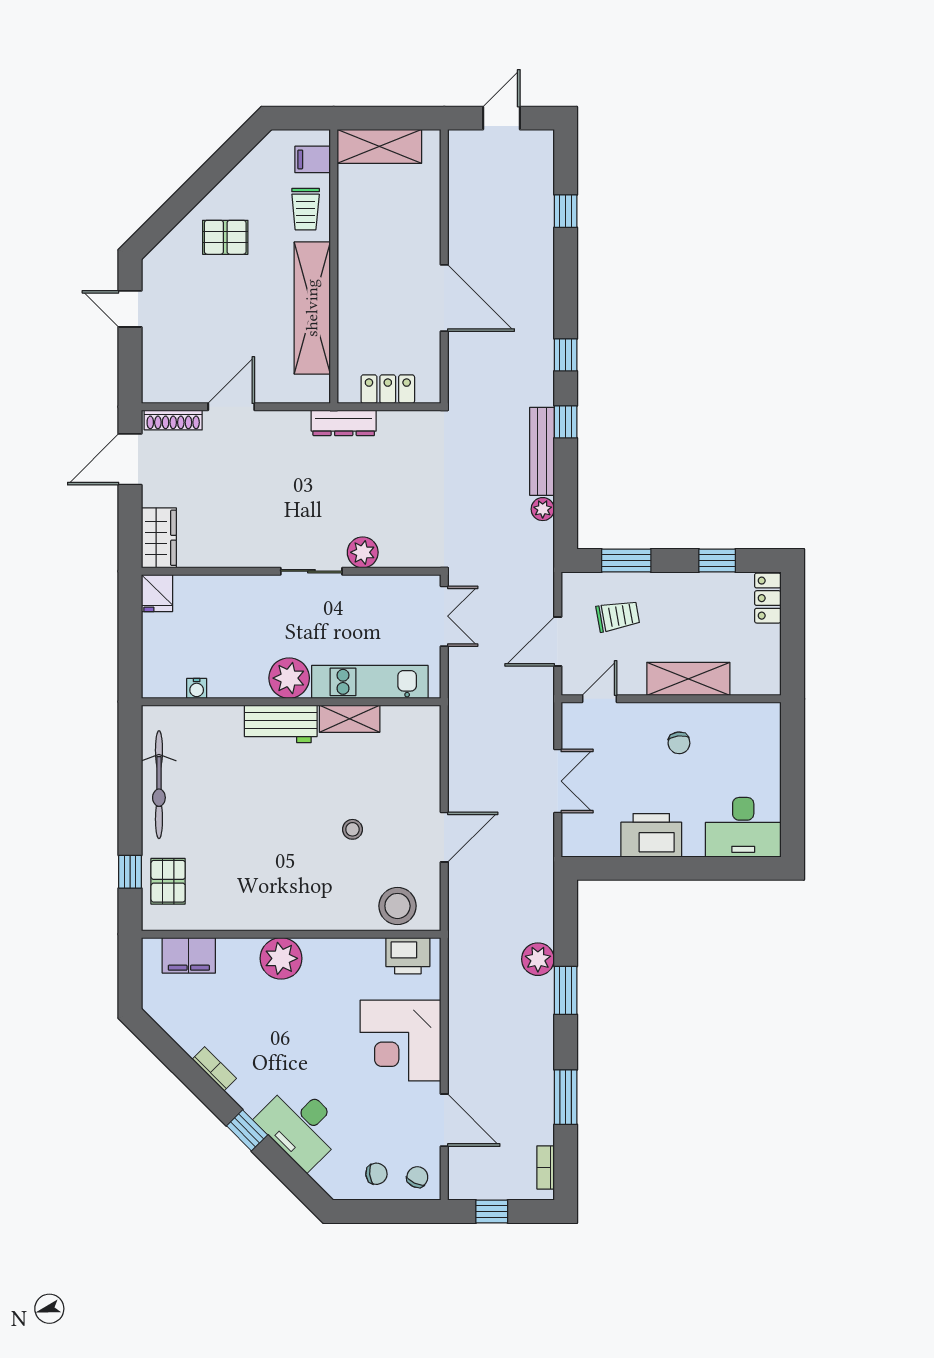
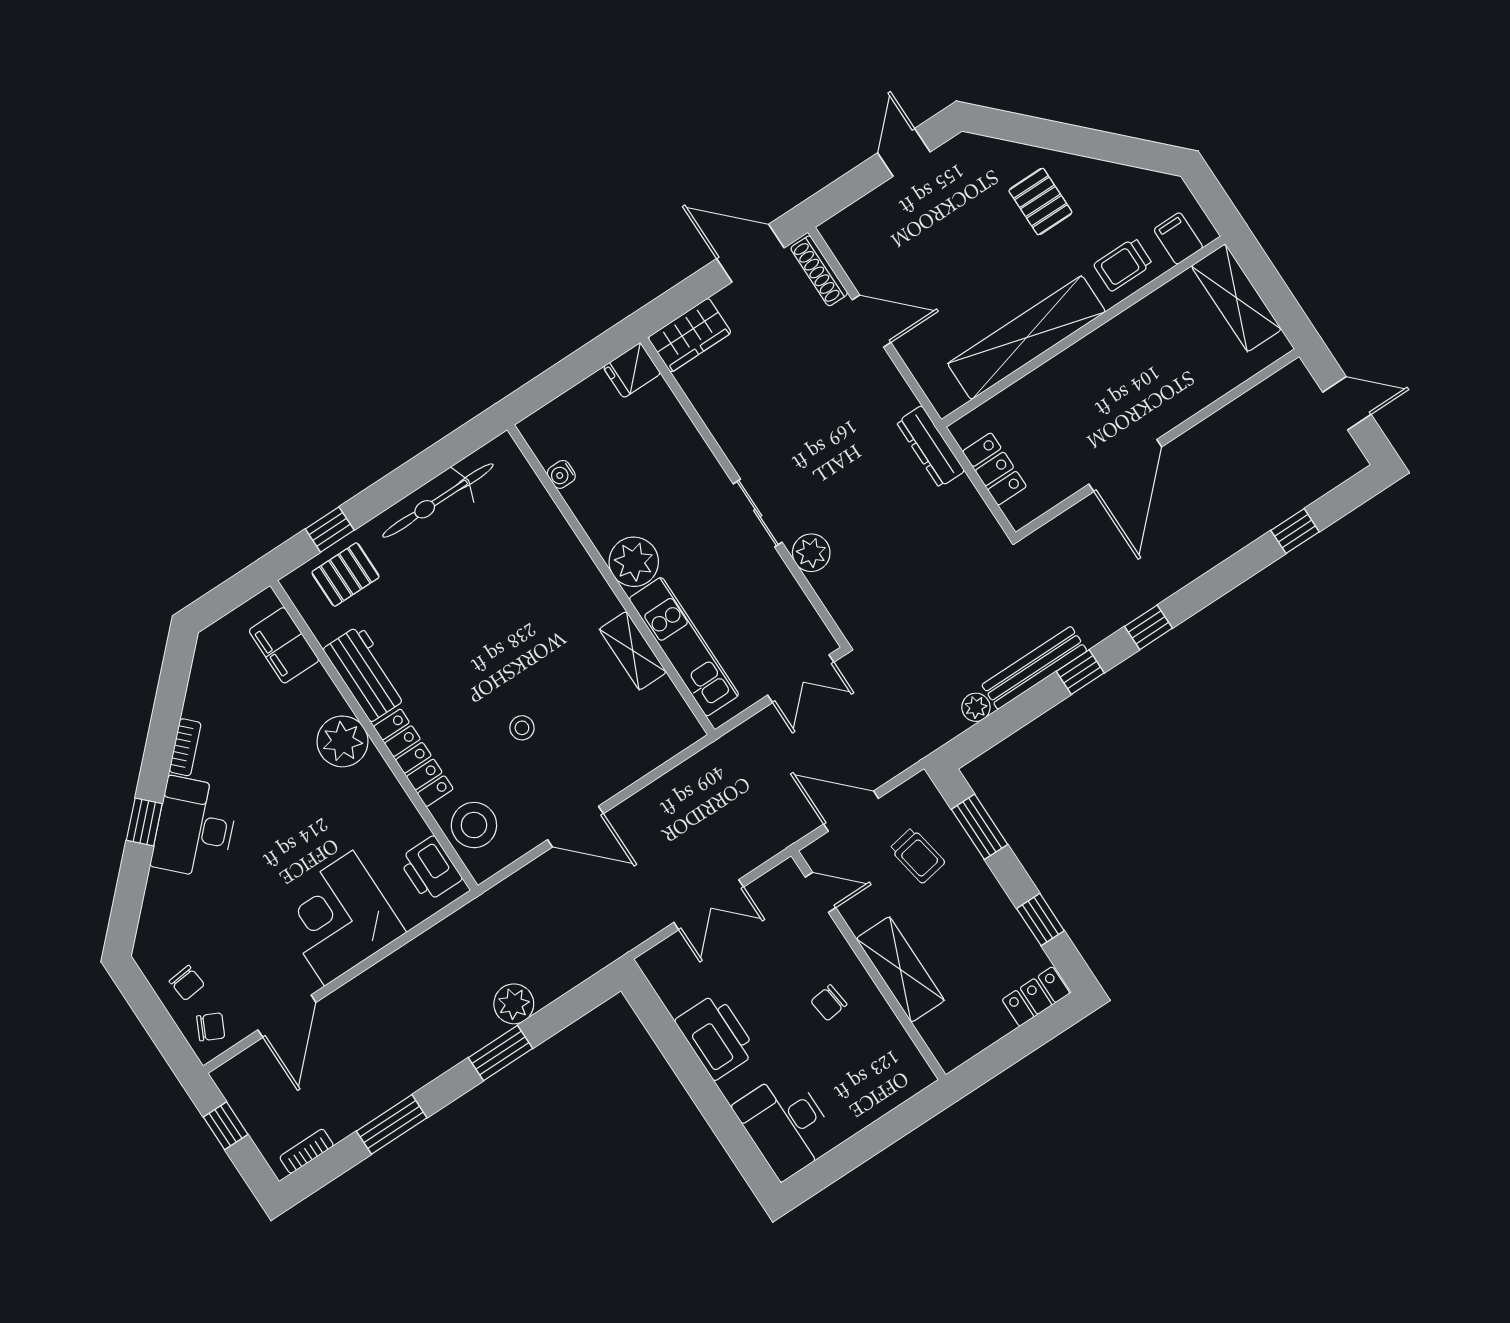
workbench: (281, 724) -> (366, 673), moved, turned 180
locker: (324, 917) -> (413, 758), added
desk: (301, 1126) -> (195, 828), moved

